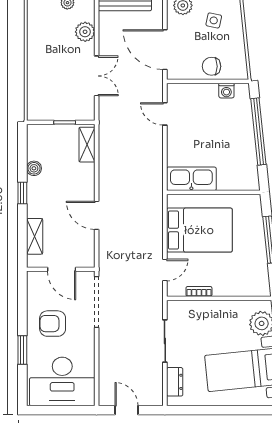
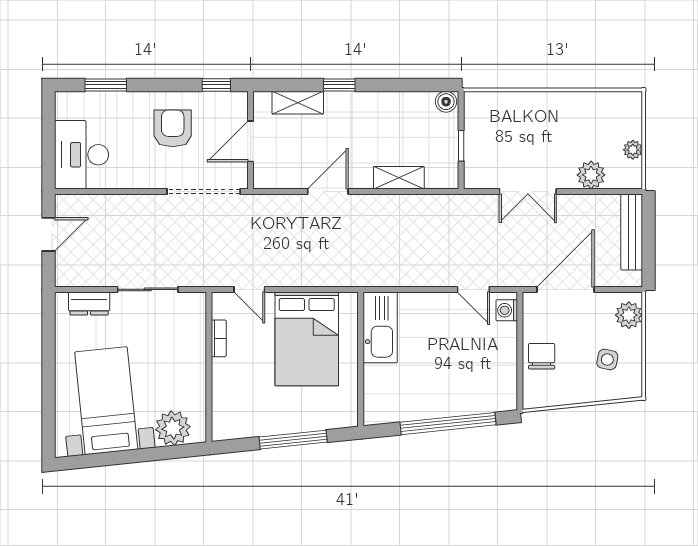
washing machine: (226, 91) -> (507, 310), moved
door: (165, 114) -> (473, 289), swing flipped
shelving: (87, 145) -> (399, 178), moved
boiler: (34, 168) -> (446, 102), moved
window: (22, 193) -> (339, 85), moved
window: (22, 293) -> (216, 85), added
window: (22, 350) -> (106, 85), moved
desk: (62, 381) -> (82, 155), width x0.73, depth x0.77

